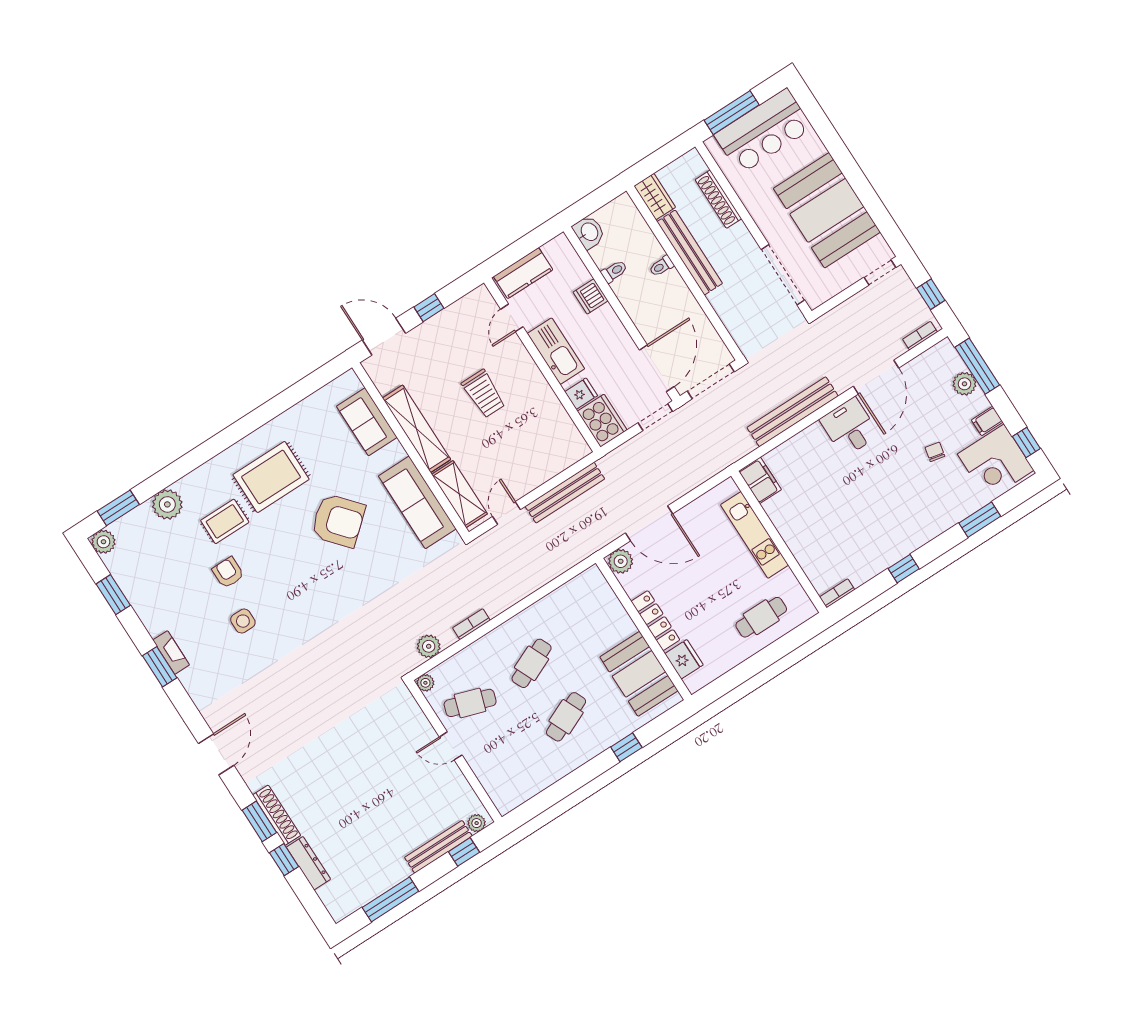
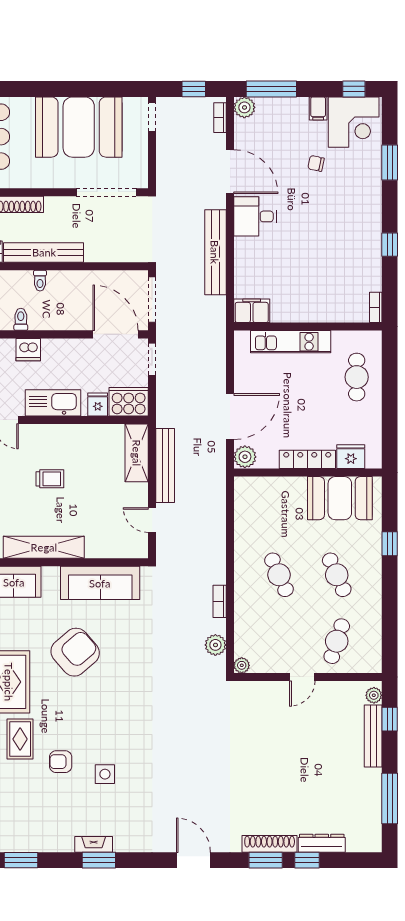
plant: (964, 384) -> (244, 107), moved
trolley: (484, 394) -> (50, 479), width x0.73, depth x0.72
shelving: (459, 494) -> (137, 453), moved, turned 90
cafe table: (470, 703) -> (337, 641), moved

